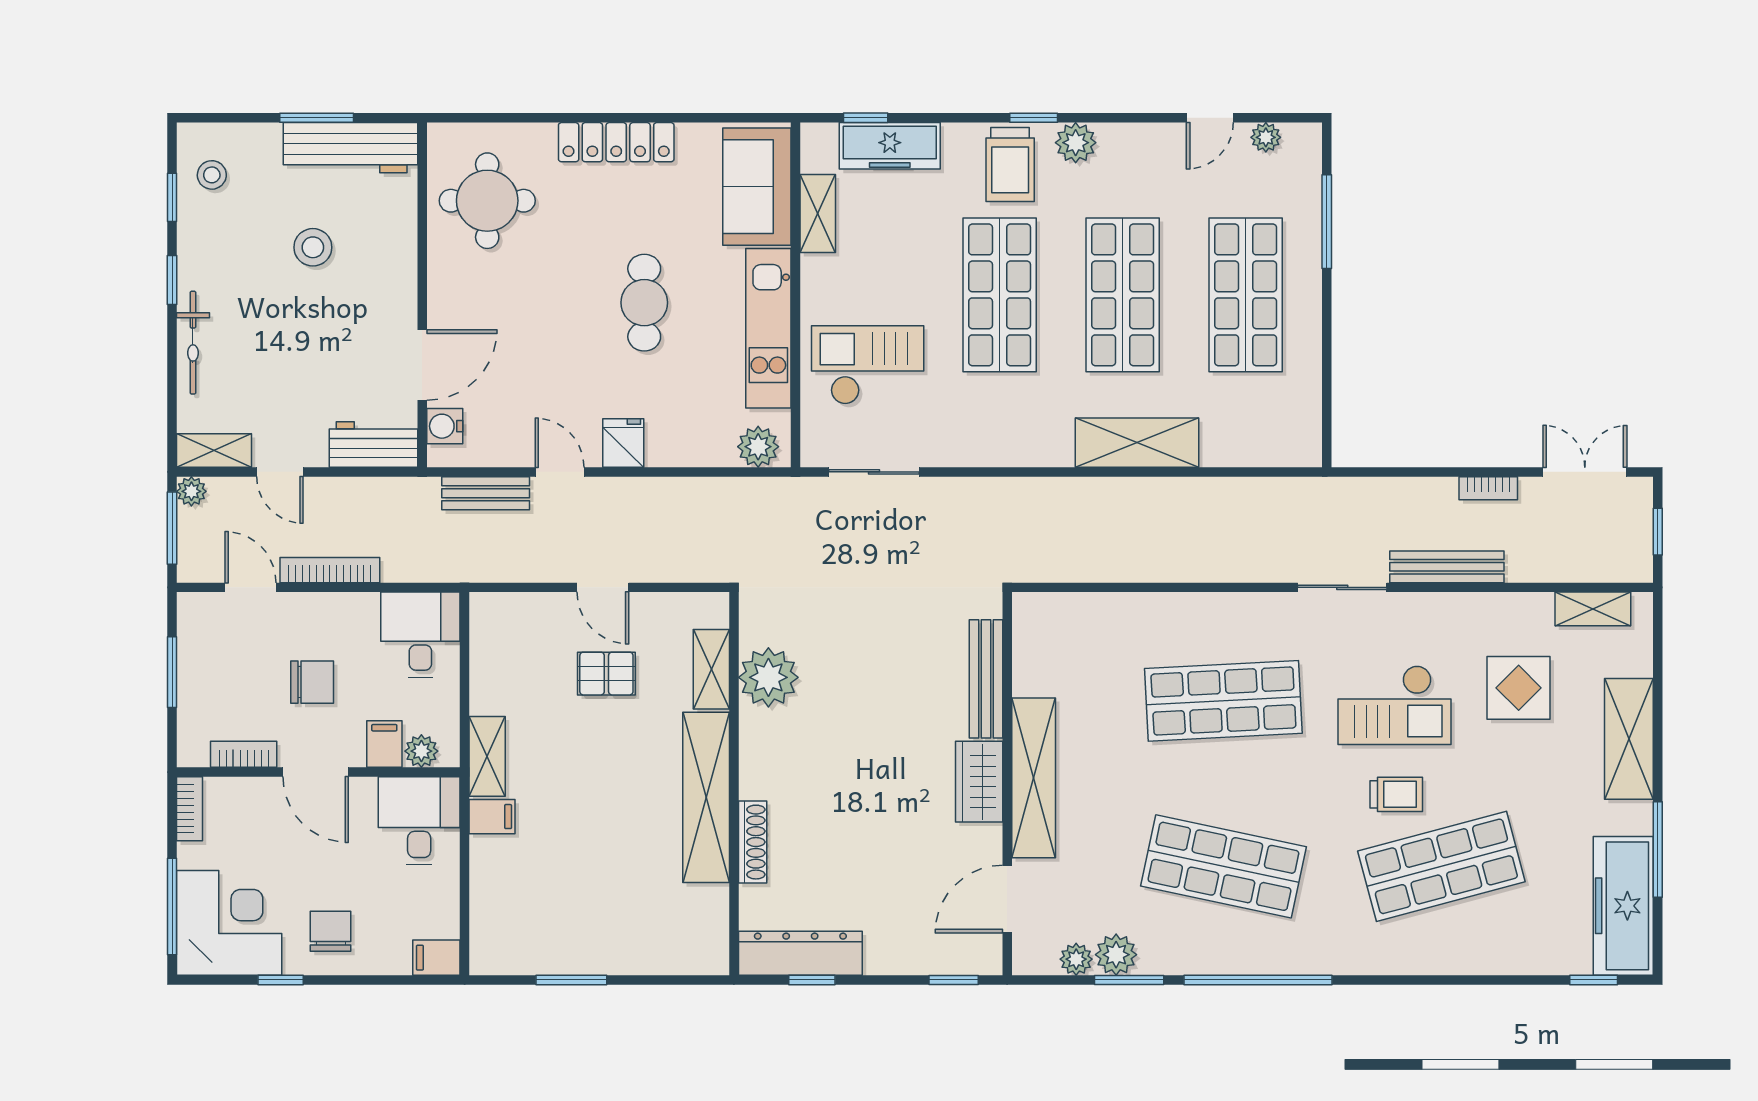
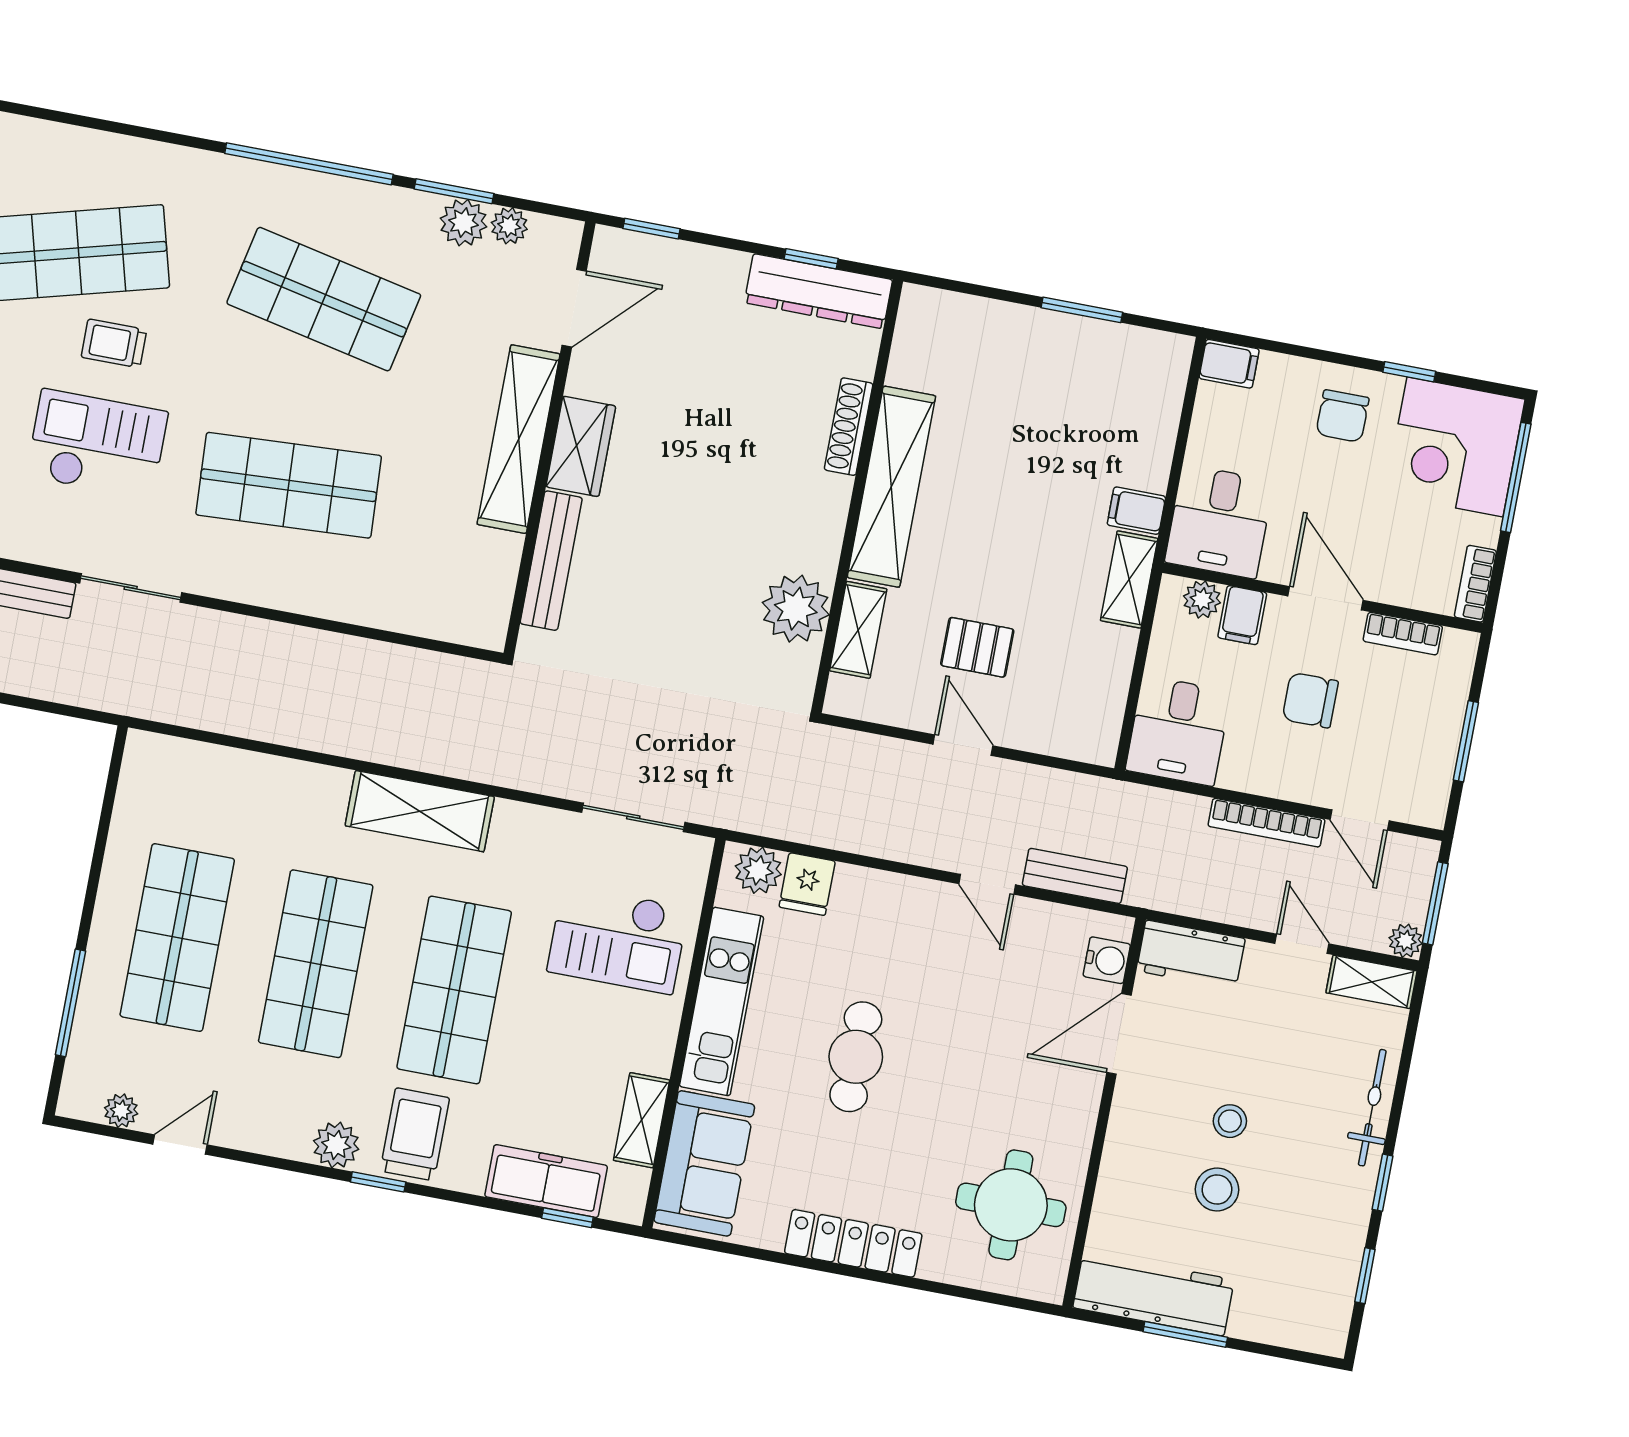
stool: (212, 175) -> (1230, 1121), moved
fridge: (623, 443) -> (807, 884), moved
shelving: (1137, 443) -> (420, 811), moved

